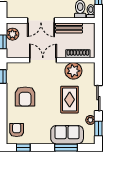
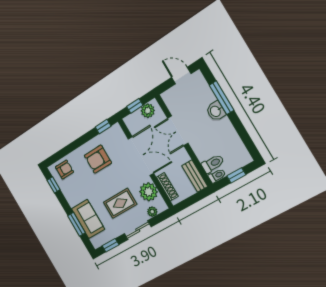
bench: (69, 28) -> (195, 176), moved
double door: (43, 60) -> (141, 156), width x1.37
plant: (90, 120) -> (152, 212), moved

